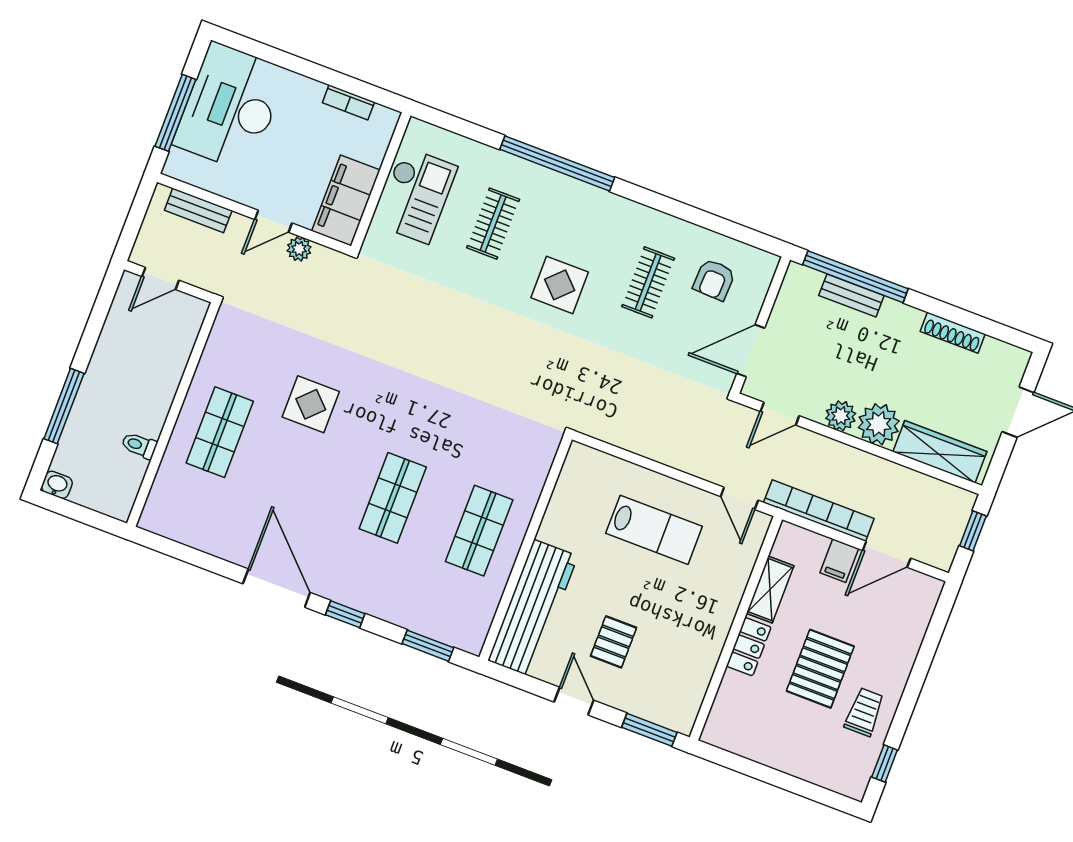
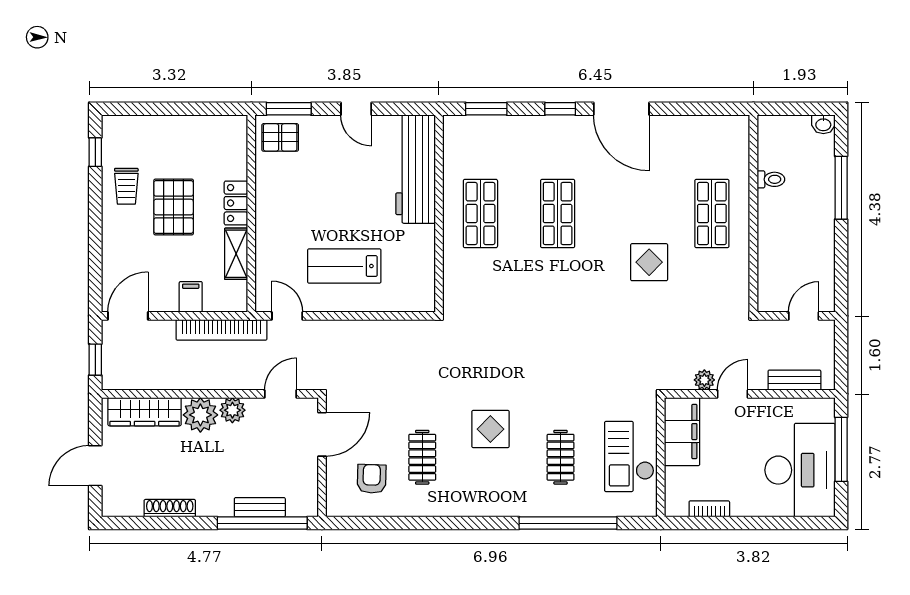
window: (557, 163) -> (568, 523), moved
door: (887, 554) -> (128, 316), moved
pallet: (614, 642) -> (280, 137), moved, turned 90

